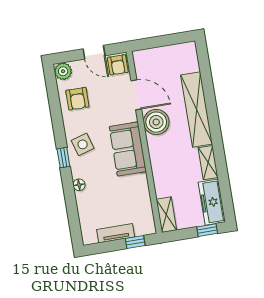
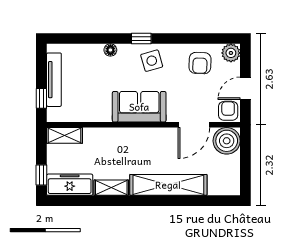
armchair: (118, 65) -> (228, 111), turned 90
armchair: (77, 99) -> (200, 63), turned -88
boiler: (156, 122) -> (227, 141), moved
tv unit: (116, 233) -> (54, 80), width x1.41

